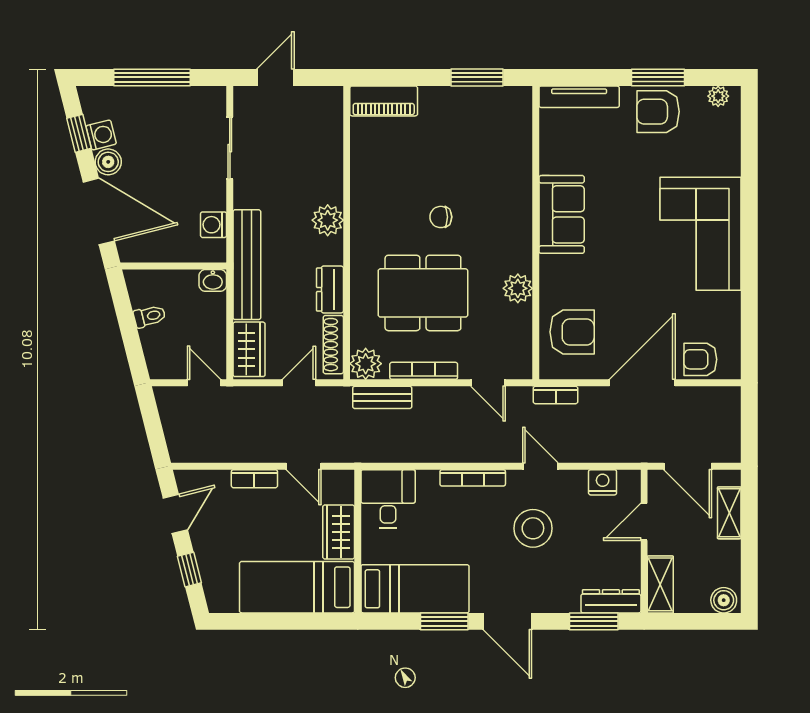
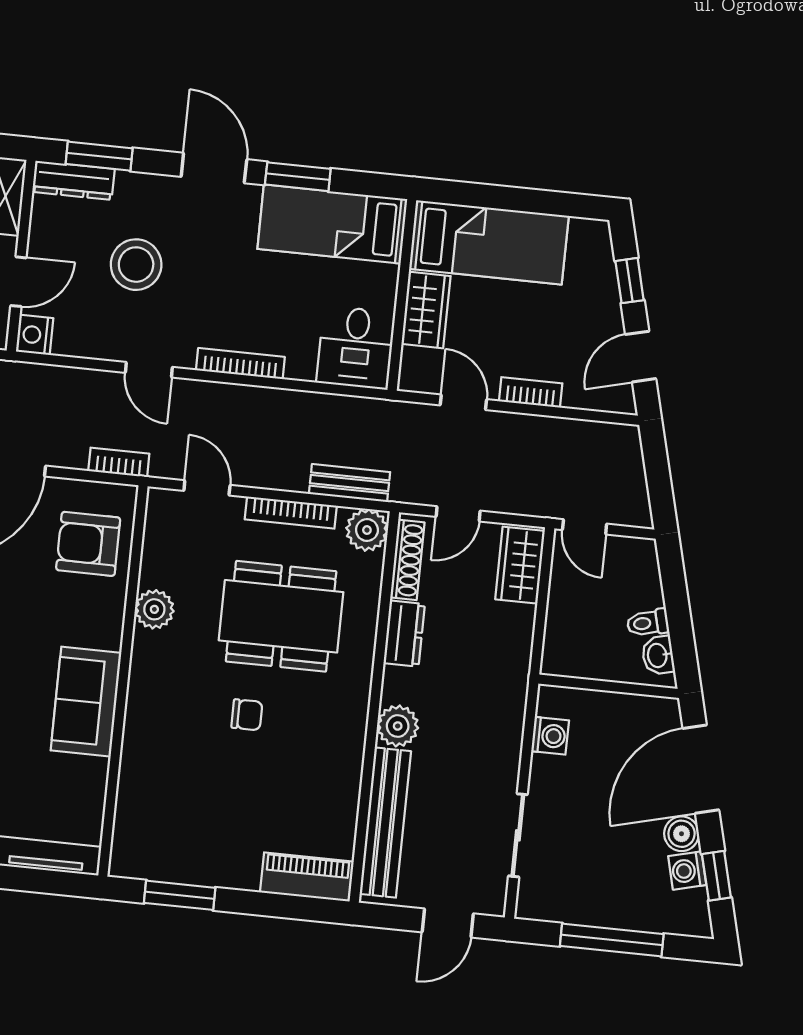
door: (99, 211) -> (701, 769), hinge flipped
bench: (247, 265) -> (385, 823), moved
washbasin: (213, 280) -> (658, 655), moved, turned -104
nightstand: (603, 482) -> (35, 335), moved, turned 90
stool: (533, 528) -> (136, 265), moved

